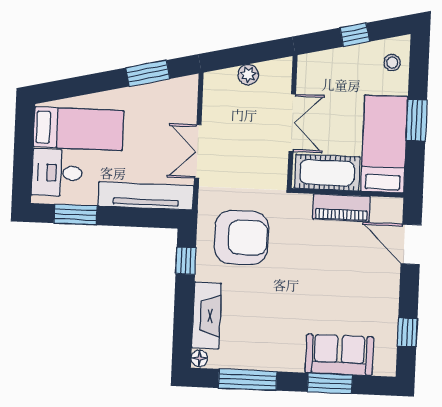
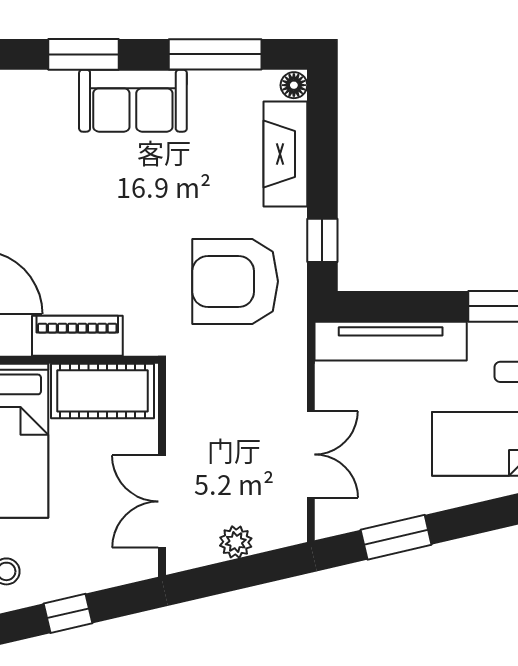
double door: (292, 123) -> (162, 502), moved
double door: (198, 152) -> (311, 454), moved
sofa: (339, 355) -> (133, 101), moved

